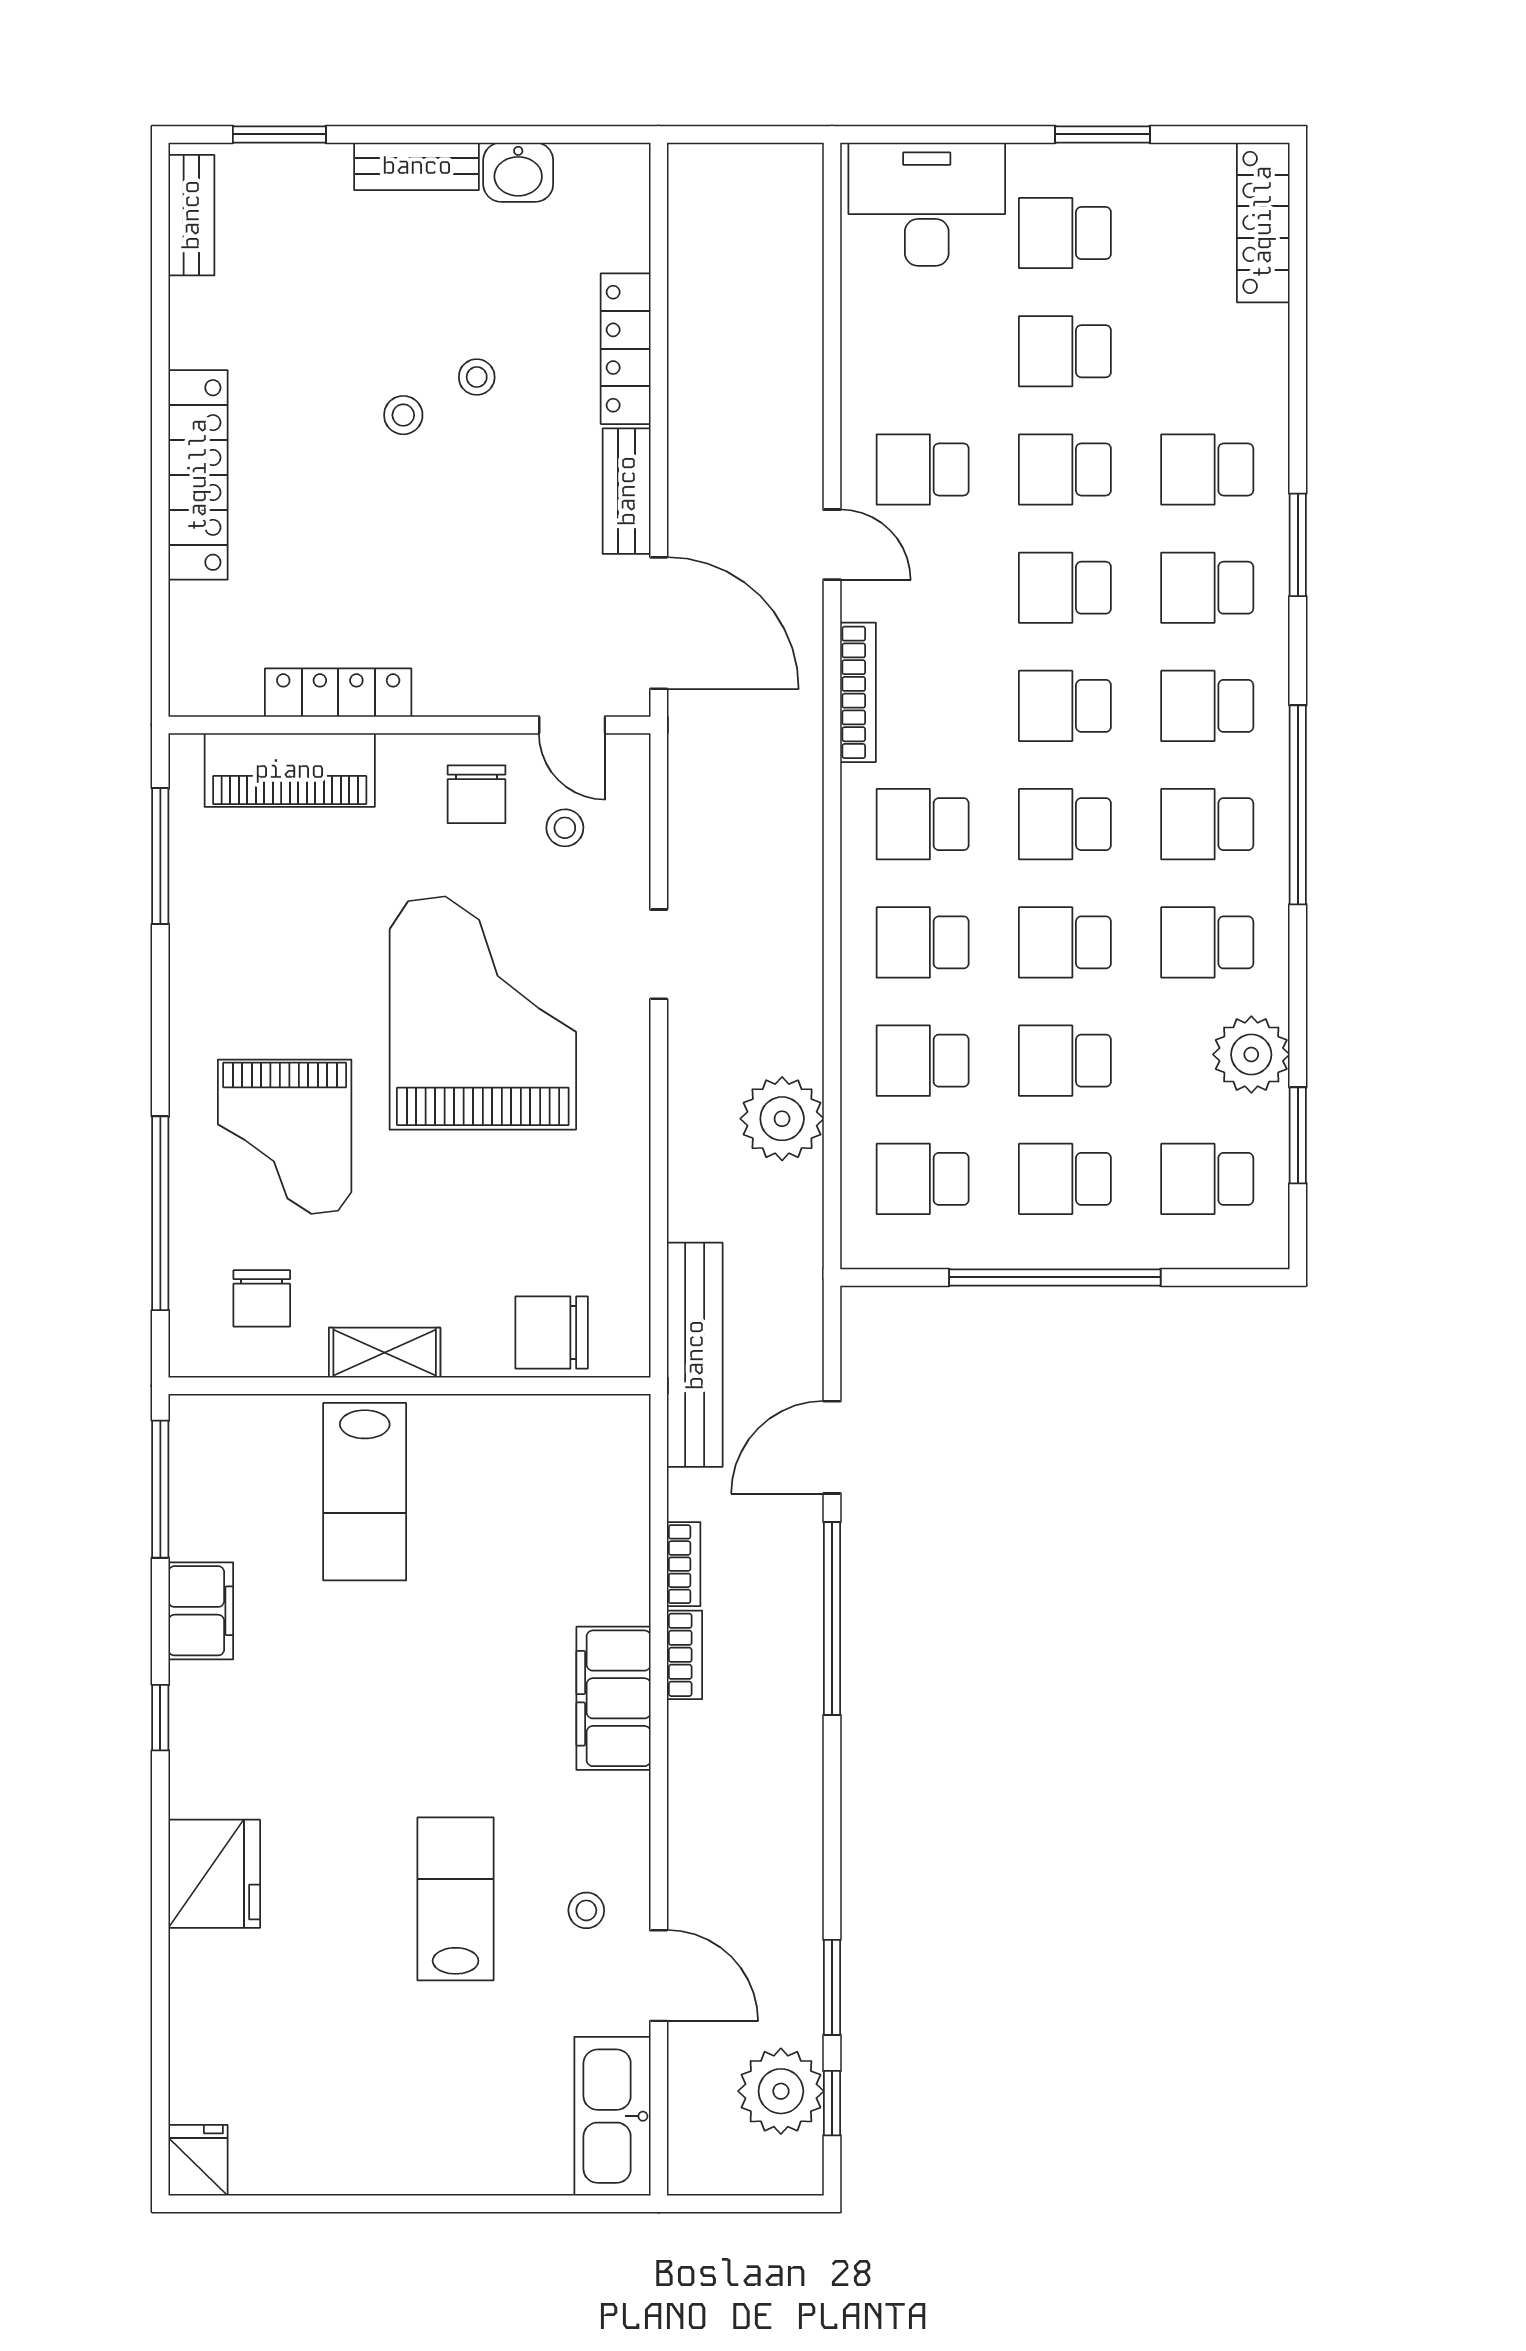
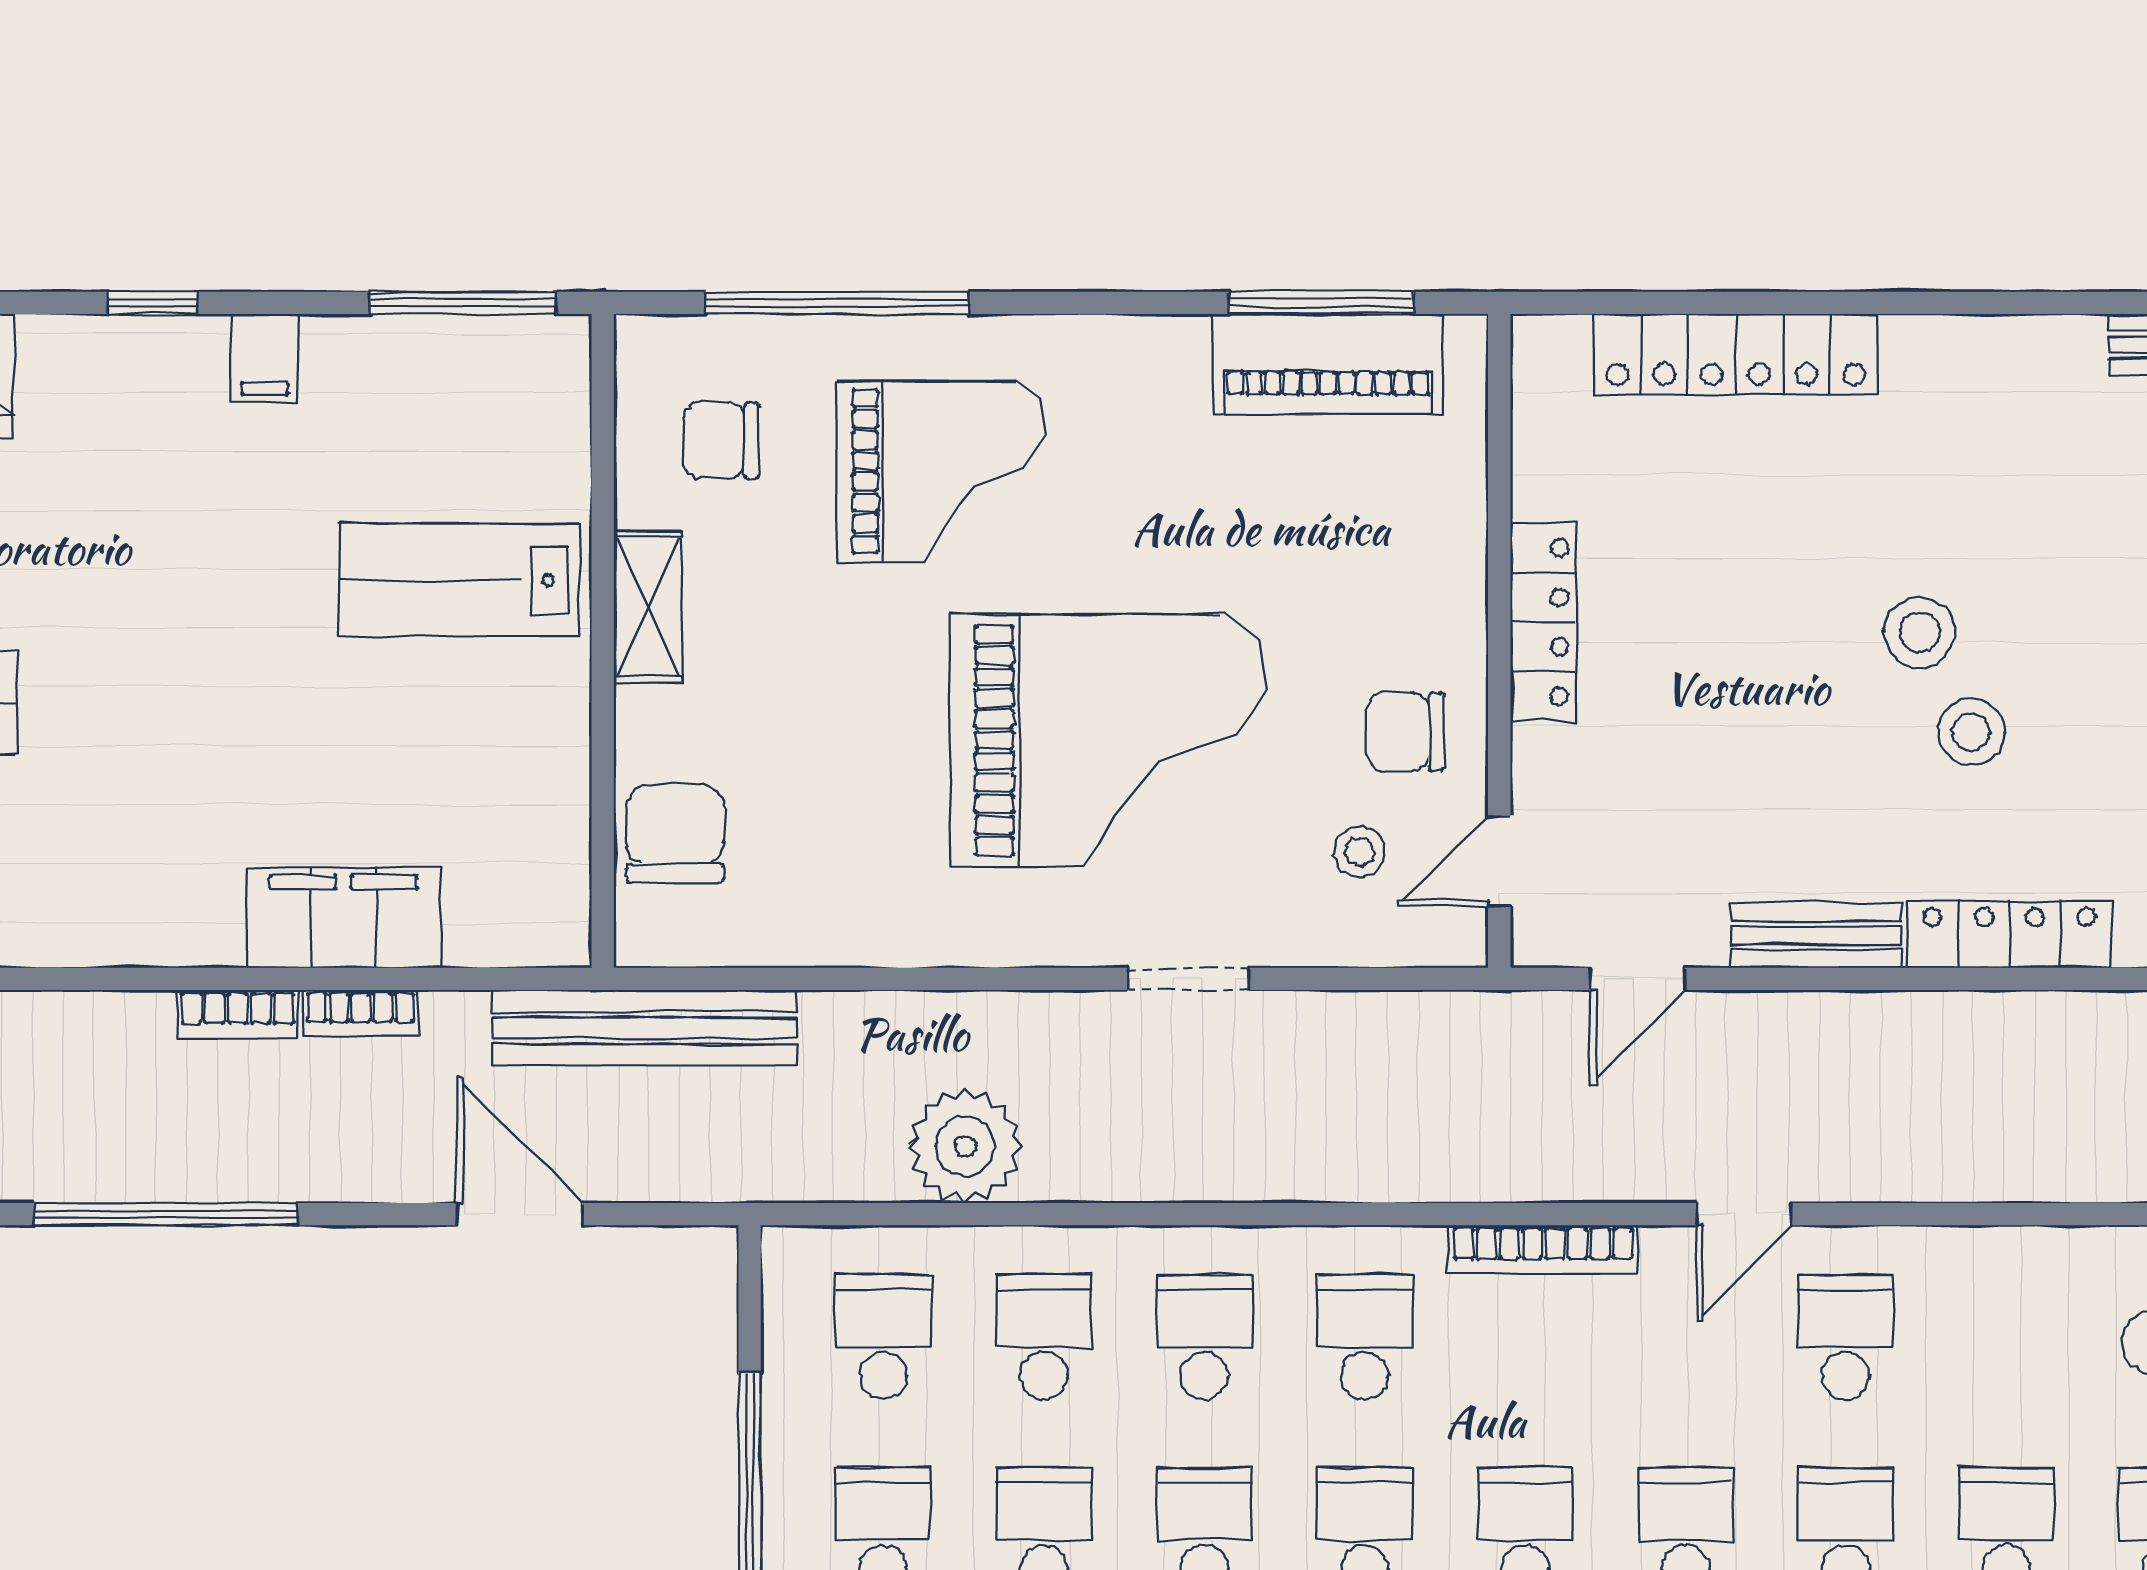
stool: (477, 377) -> (1971, 732), width x1.37, depth x1.37
stool: (403, 415) -> (1920, 632), width x1.37, depth x1.37
locker: (198, 475) -> (1736, 354), moved
door: (659, 623) -> (1637, 979), width x0.53
locker: (338, 693) -> (1543, 622), moved
piano: (290, 770) -> (1328, 364), moved, turned -90
grand piano: (285, 1137) -> (941, 471), turned 180
filing cabinet: (201, 1611) -> (264, 358), width x0.50
window: (832, 1618) -> (166, 1214), moved
filing cabinet: (613, 1698) -> (343, 918), moved

